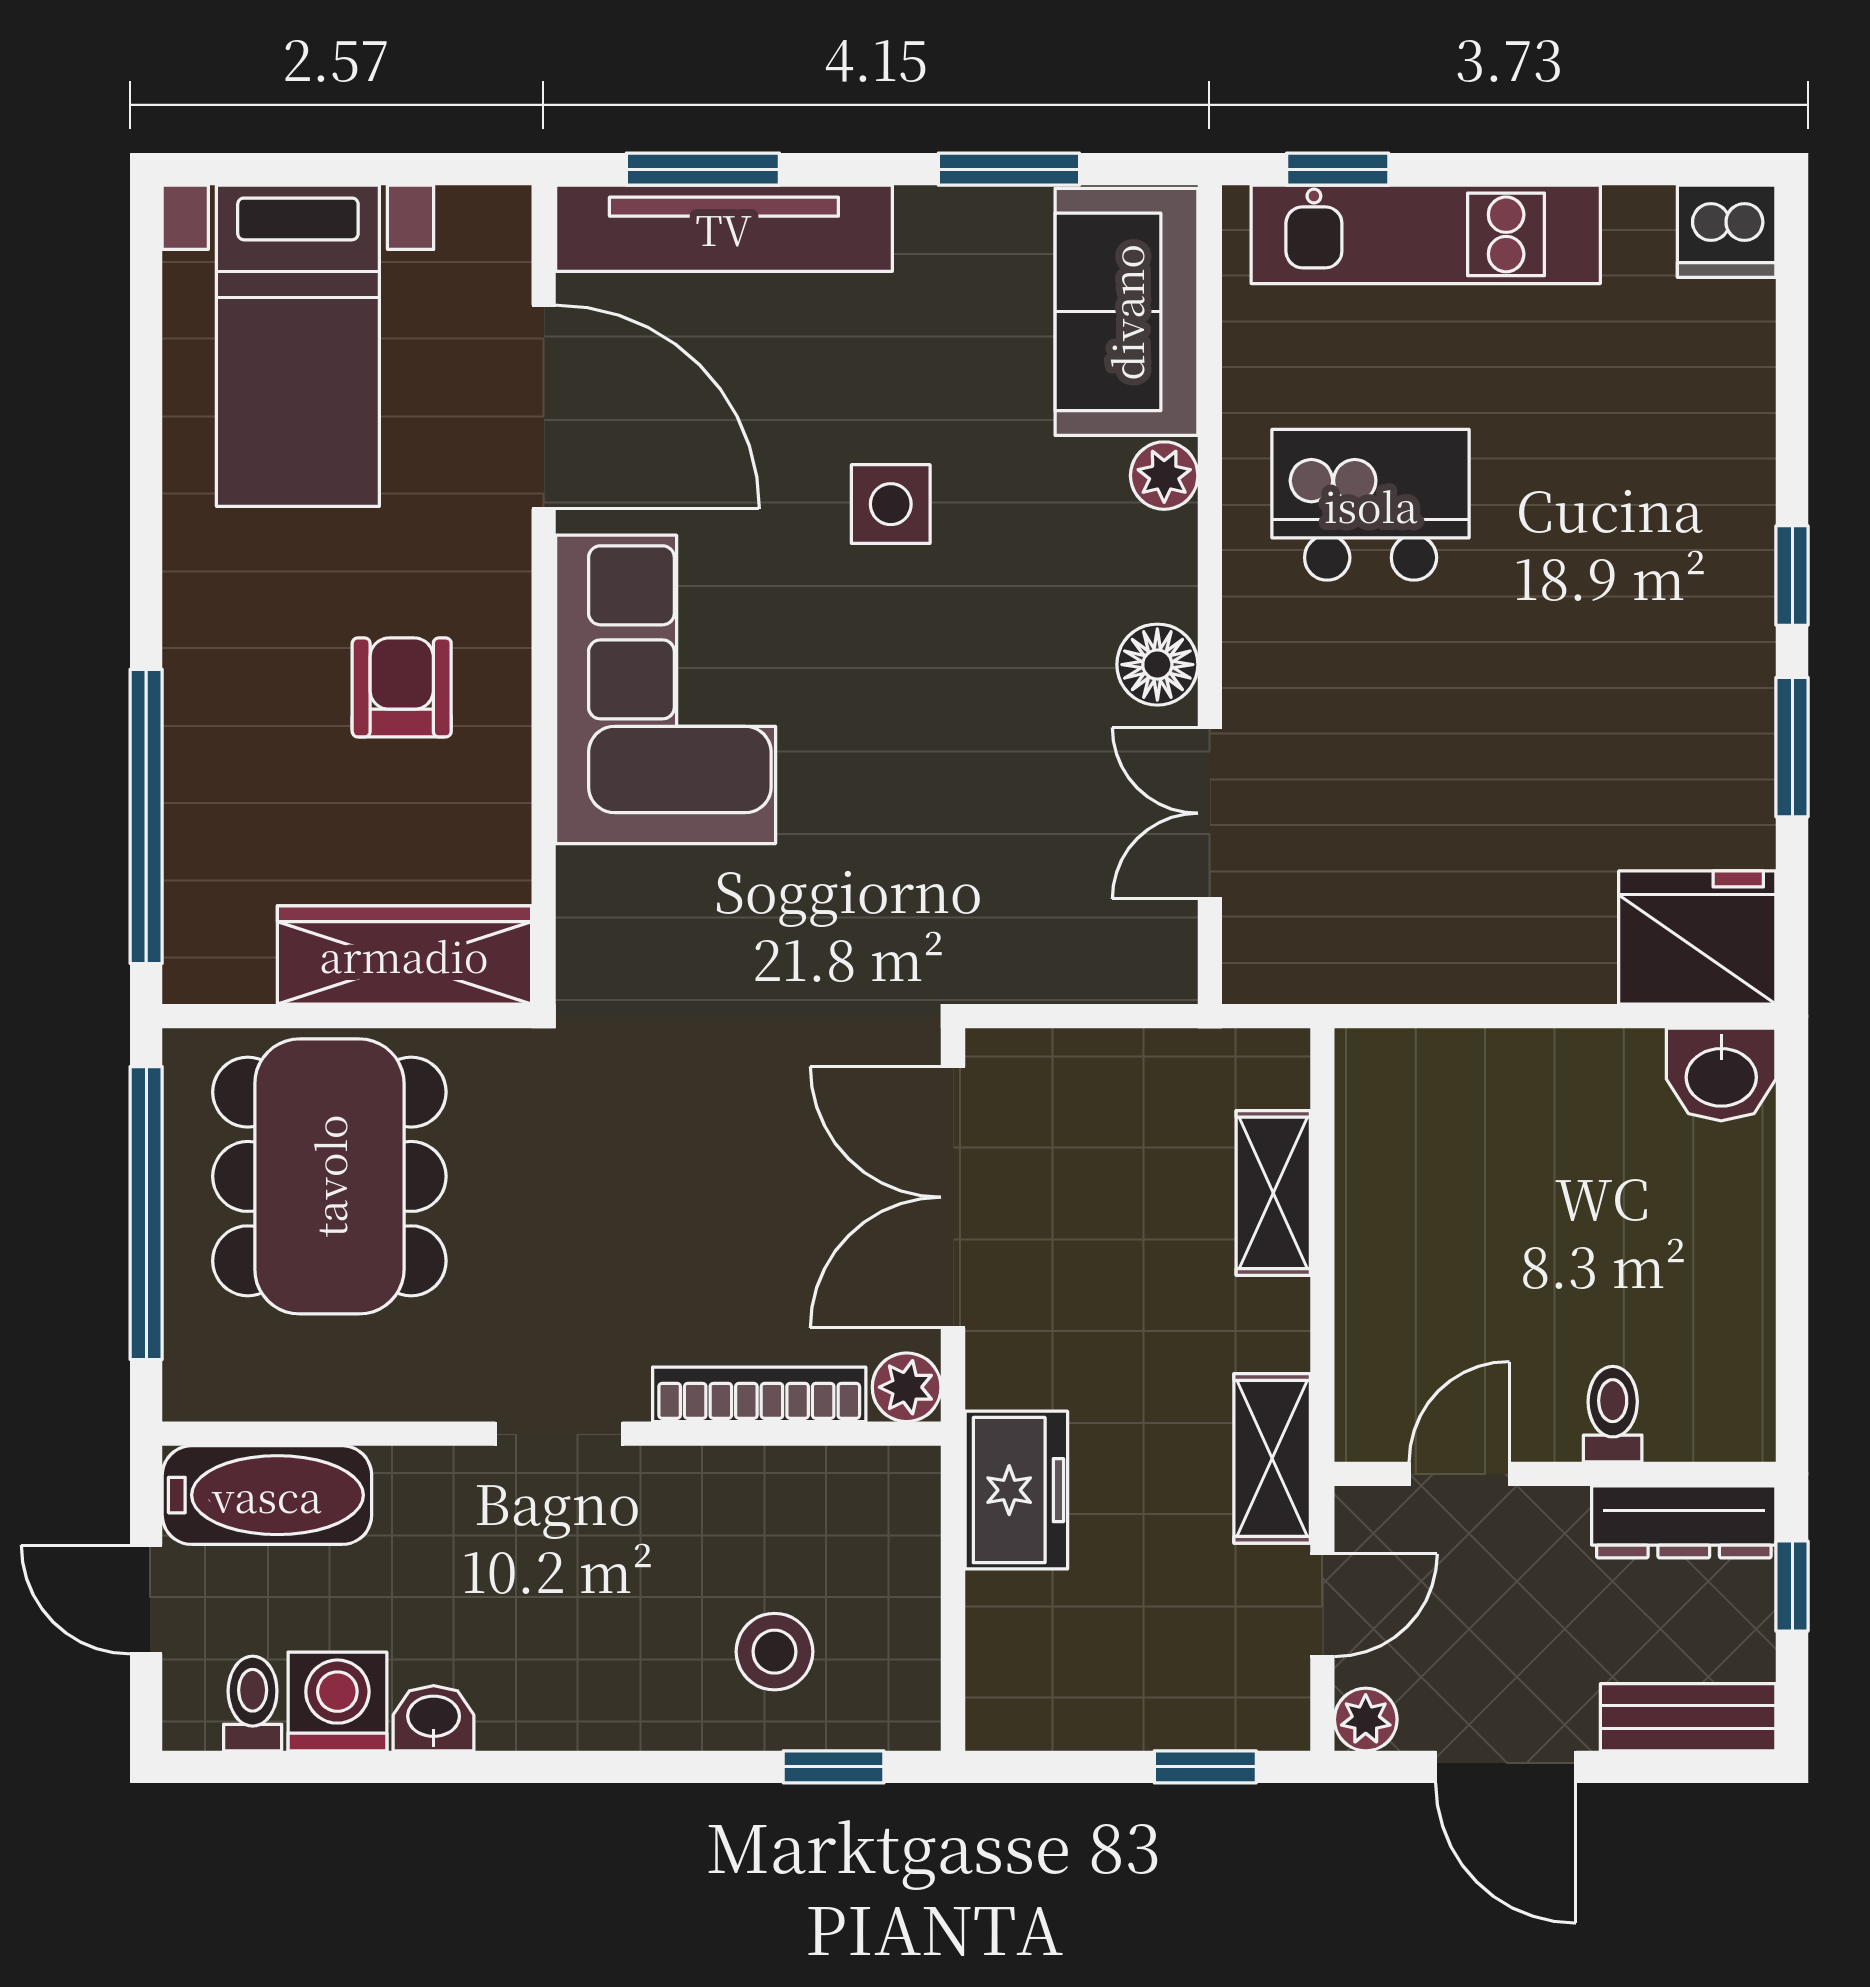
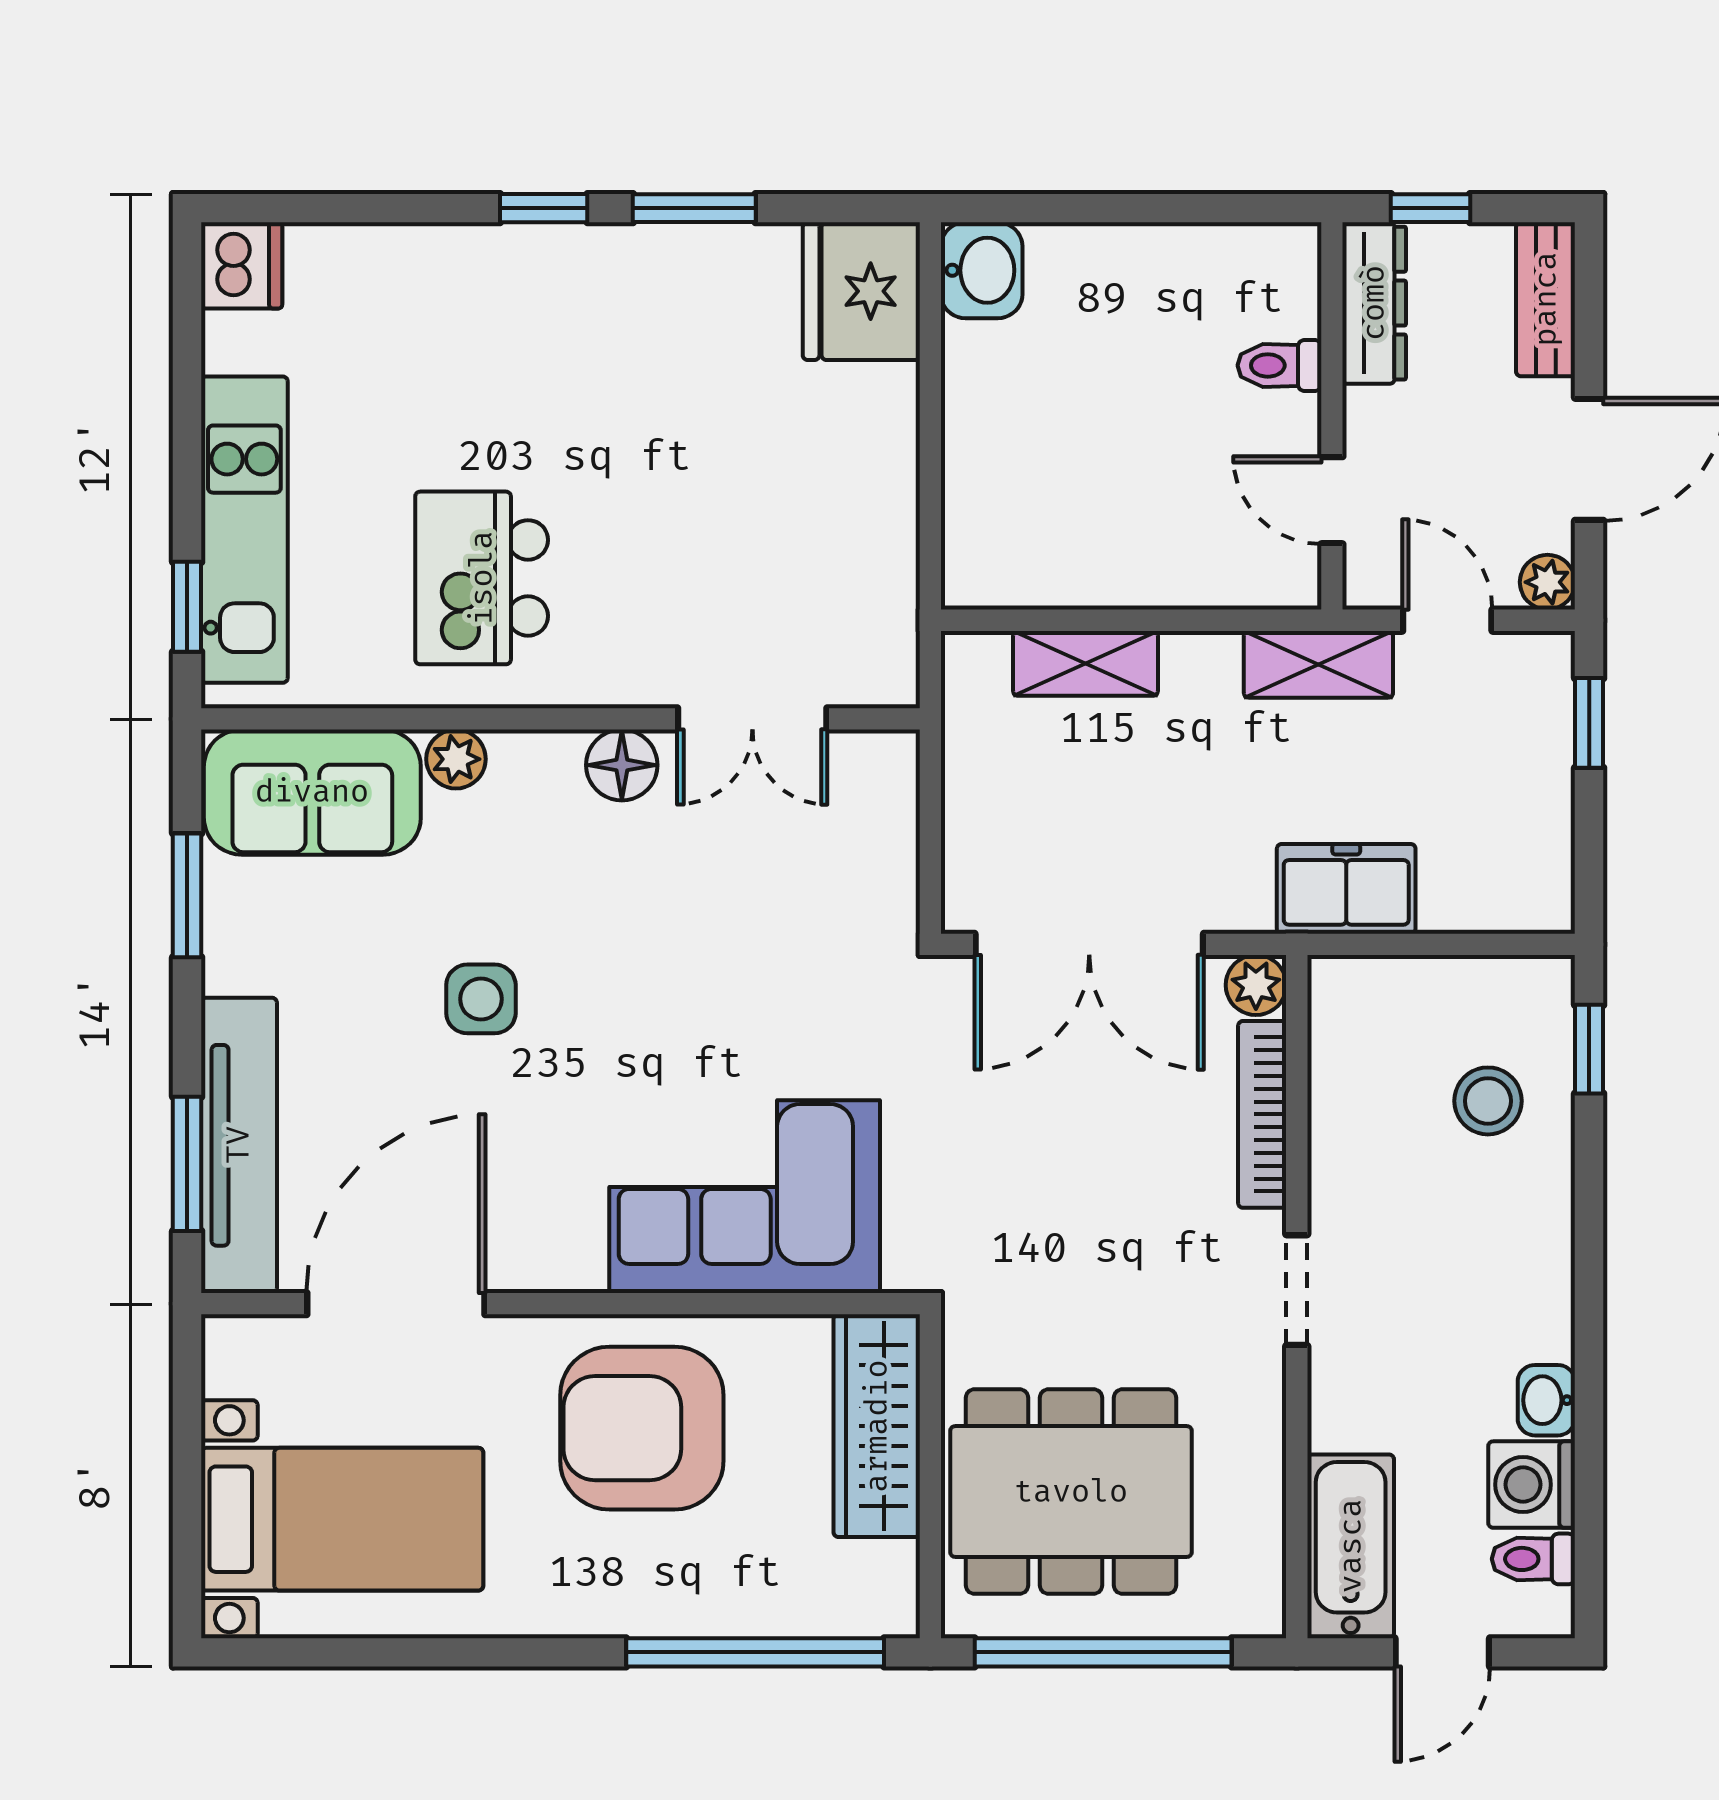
armchair: (402, 687) -> (642, 1428), width x1.88, depth x1.88
corner sofa: (666, 689) -> (745, 1197), moved

